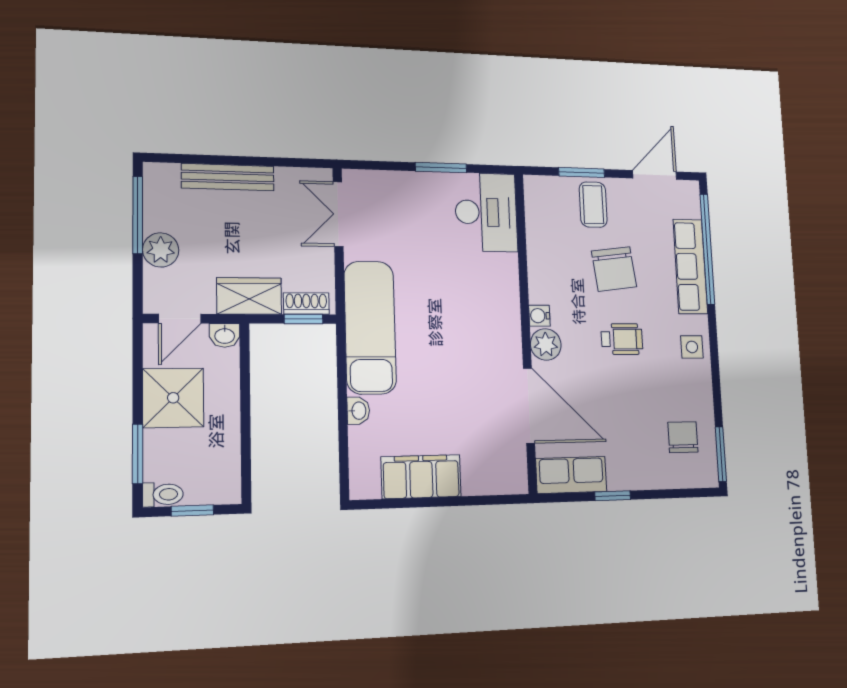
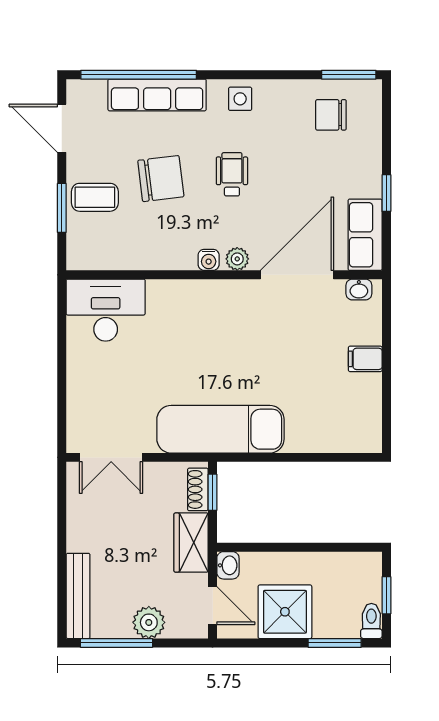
window: (441, 168) -> (62, 354), removed
bench: (228, 177) -> (78, 596), moved
plant: (546, 344) -> (237, 259), width x0.73, depth x0.73
washbasin: (358, 411) -> (359, 289), moved, turned 180
filing cabinet: (421, 477) -> (365, 359), width x0.33, depth x0.86

